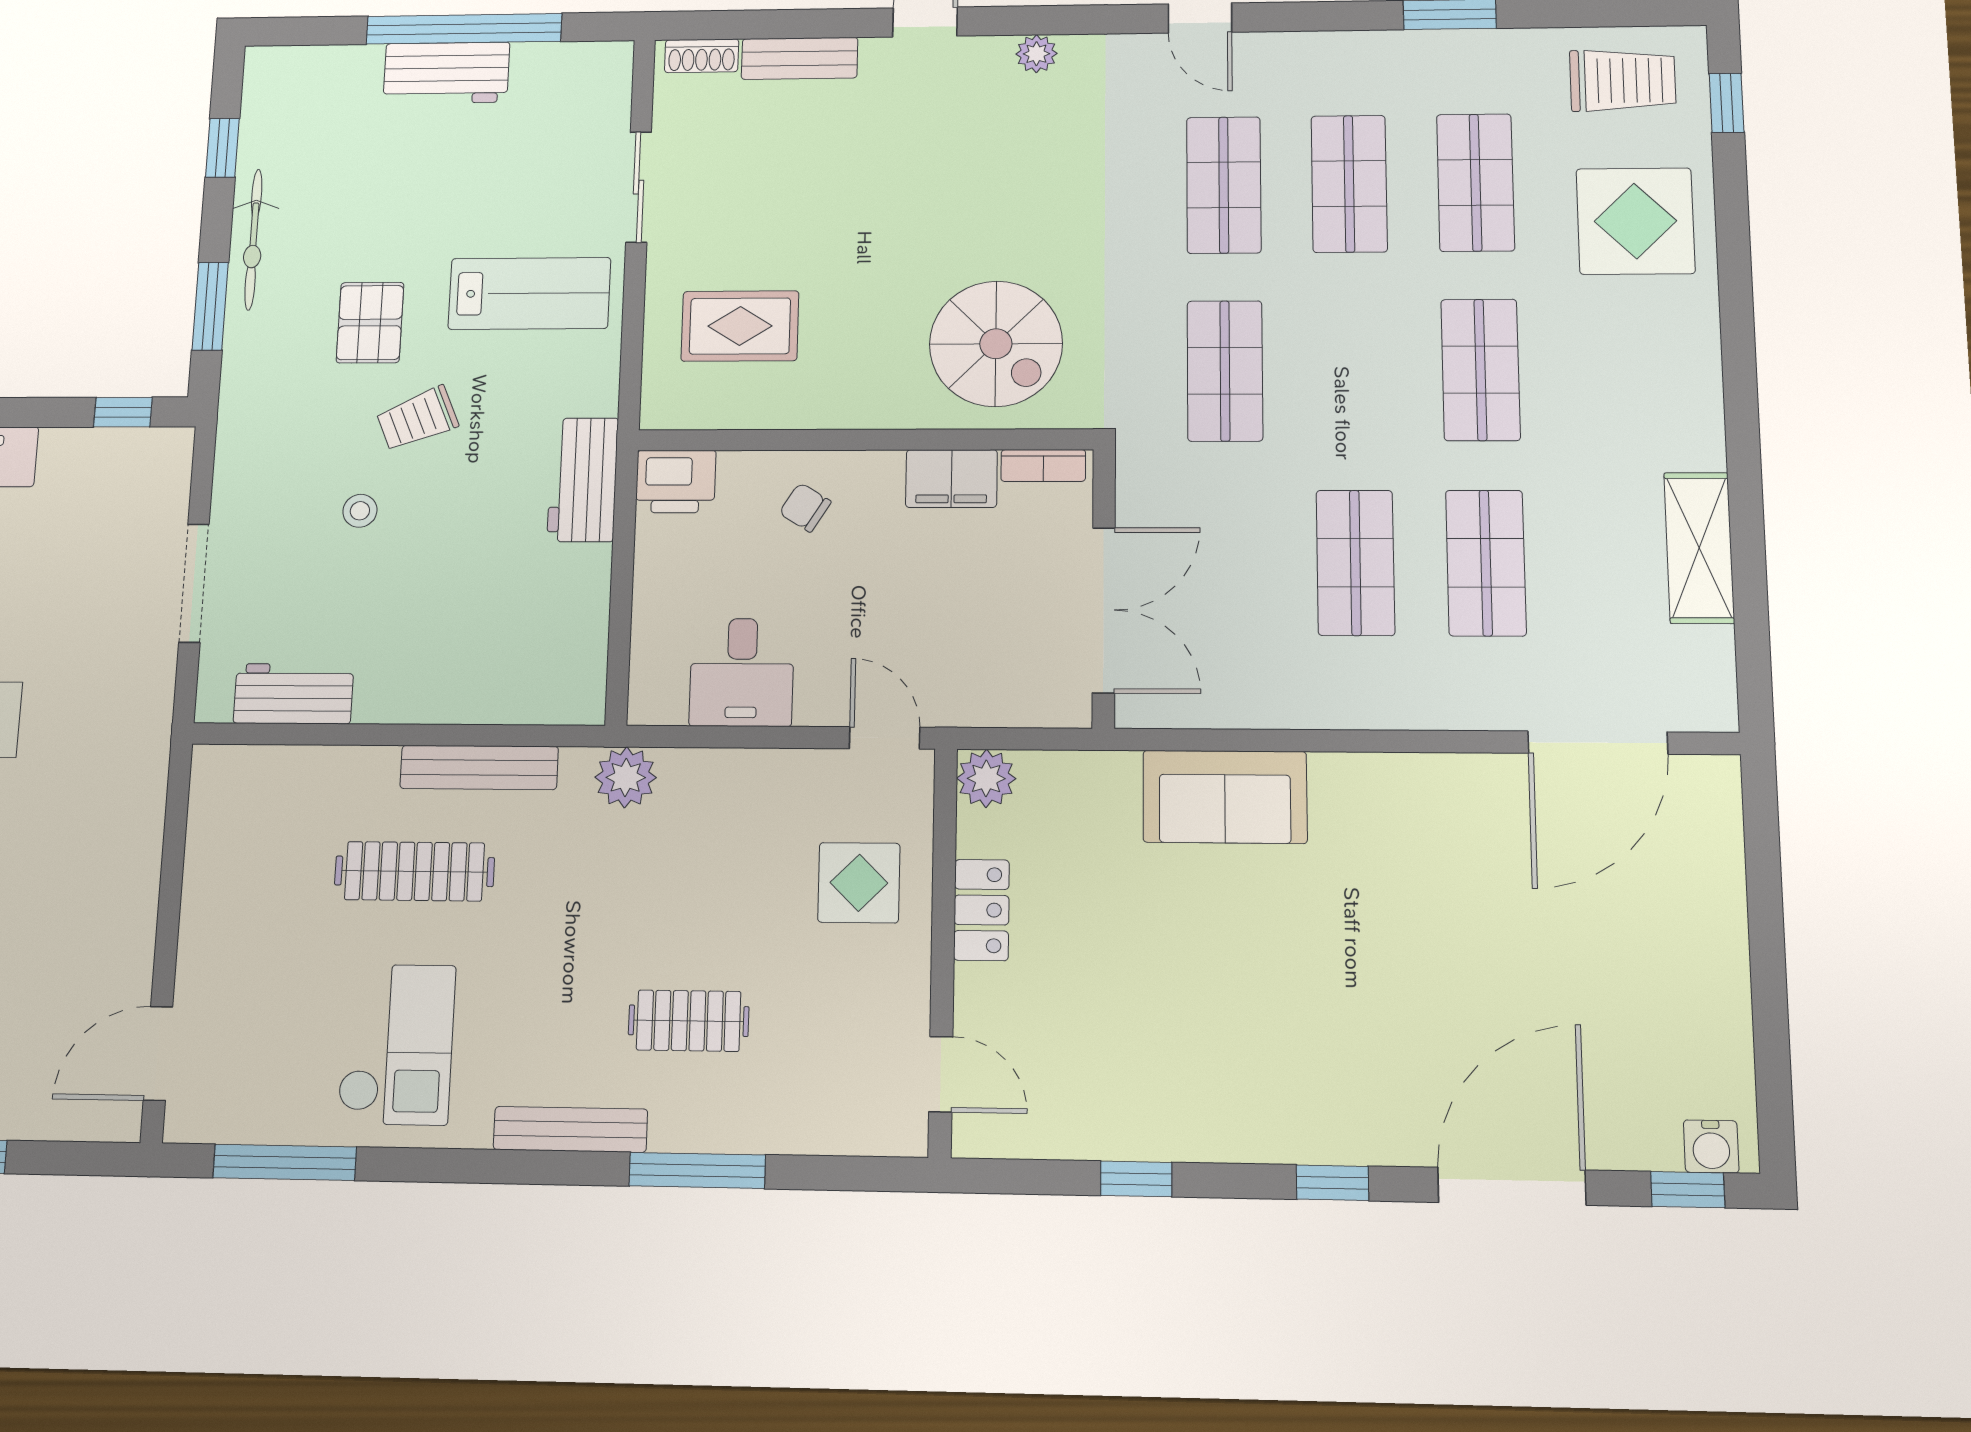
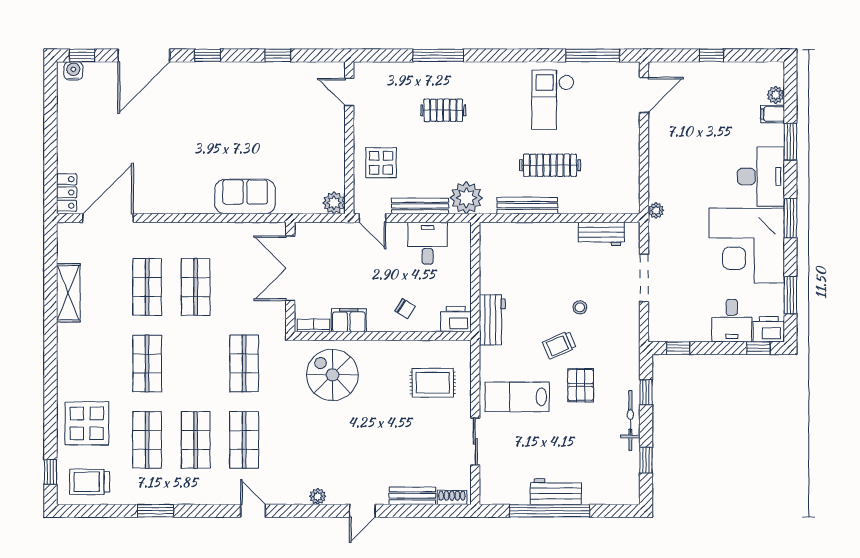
window: (210, 306) -> (646, 392), width x0.67
trolley: (417, 419) -> (559, 345), turned 180
plant: (151, 752) -> (656, 210), added
plant: (626, 777) -> (466, 198), width x1.36, depth x1.36
locker: (982, 910) -> (67, 192), moved, turned 180
bench: (570, 1129) -> (420, 206), moved

